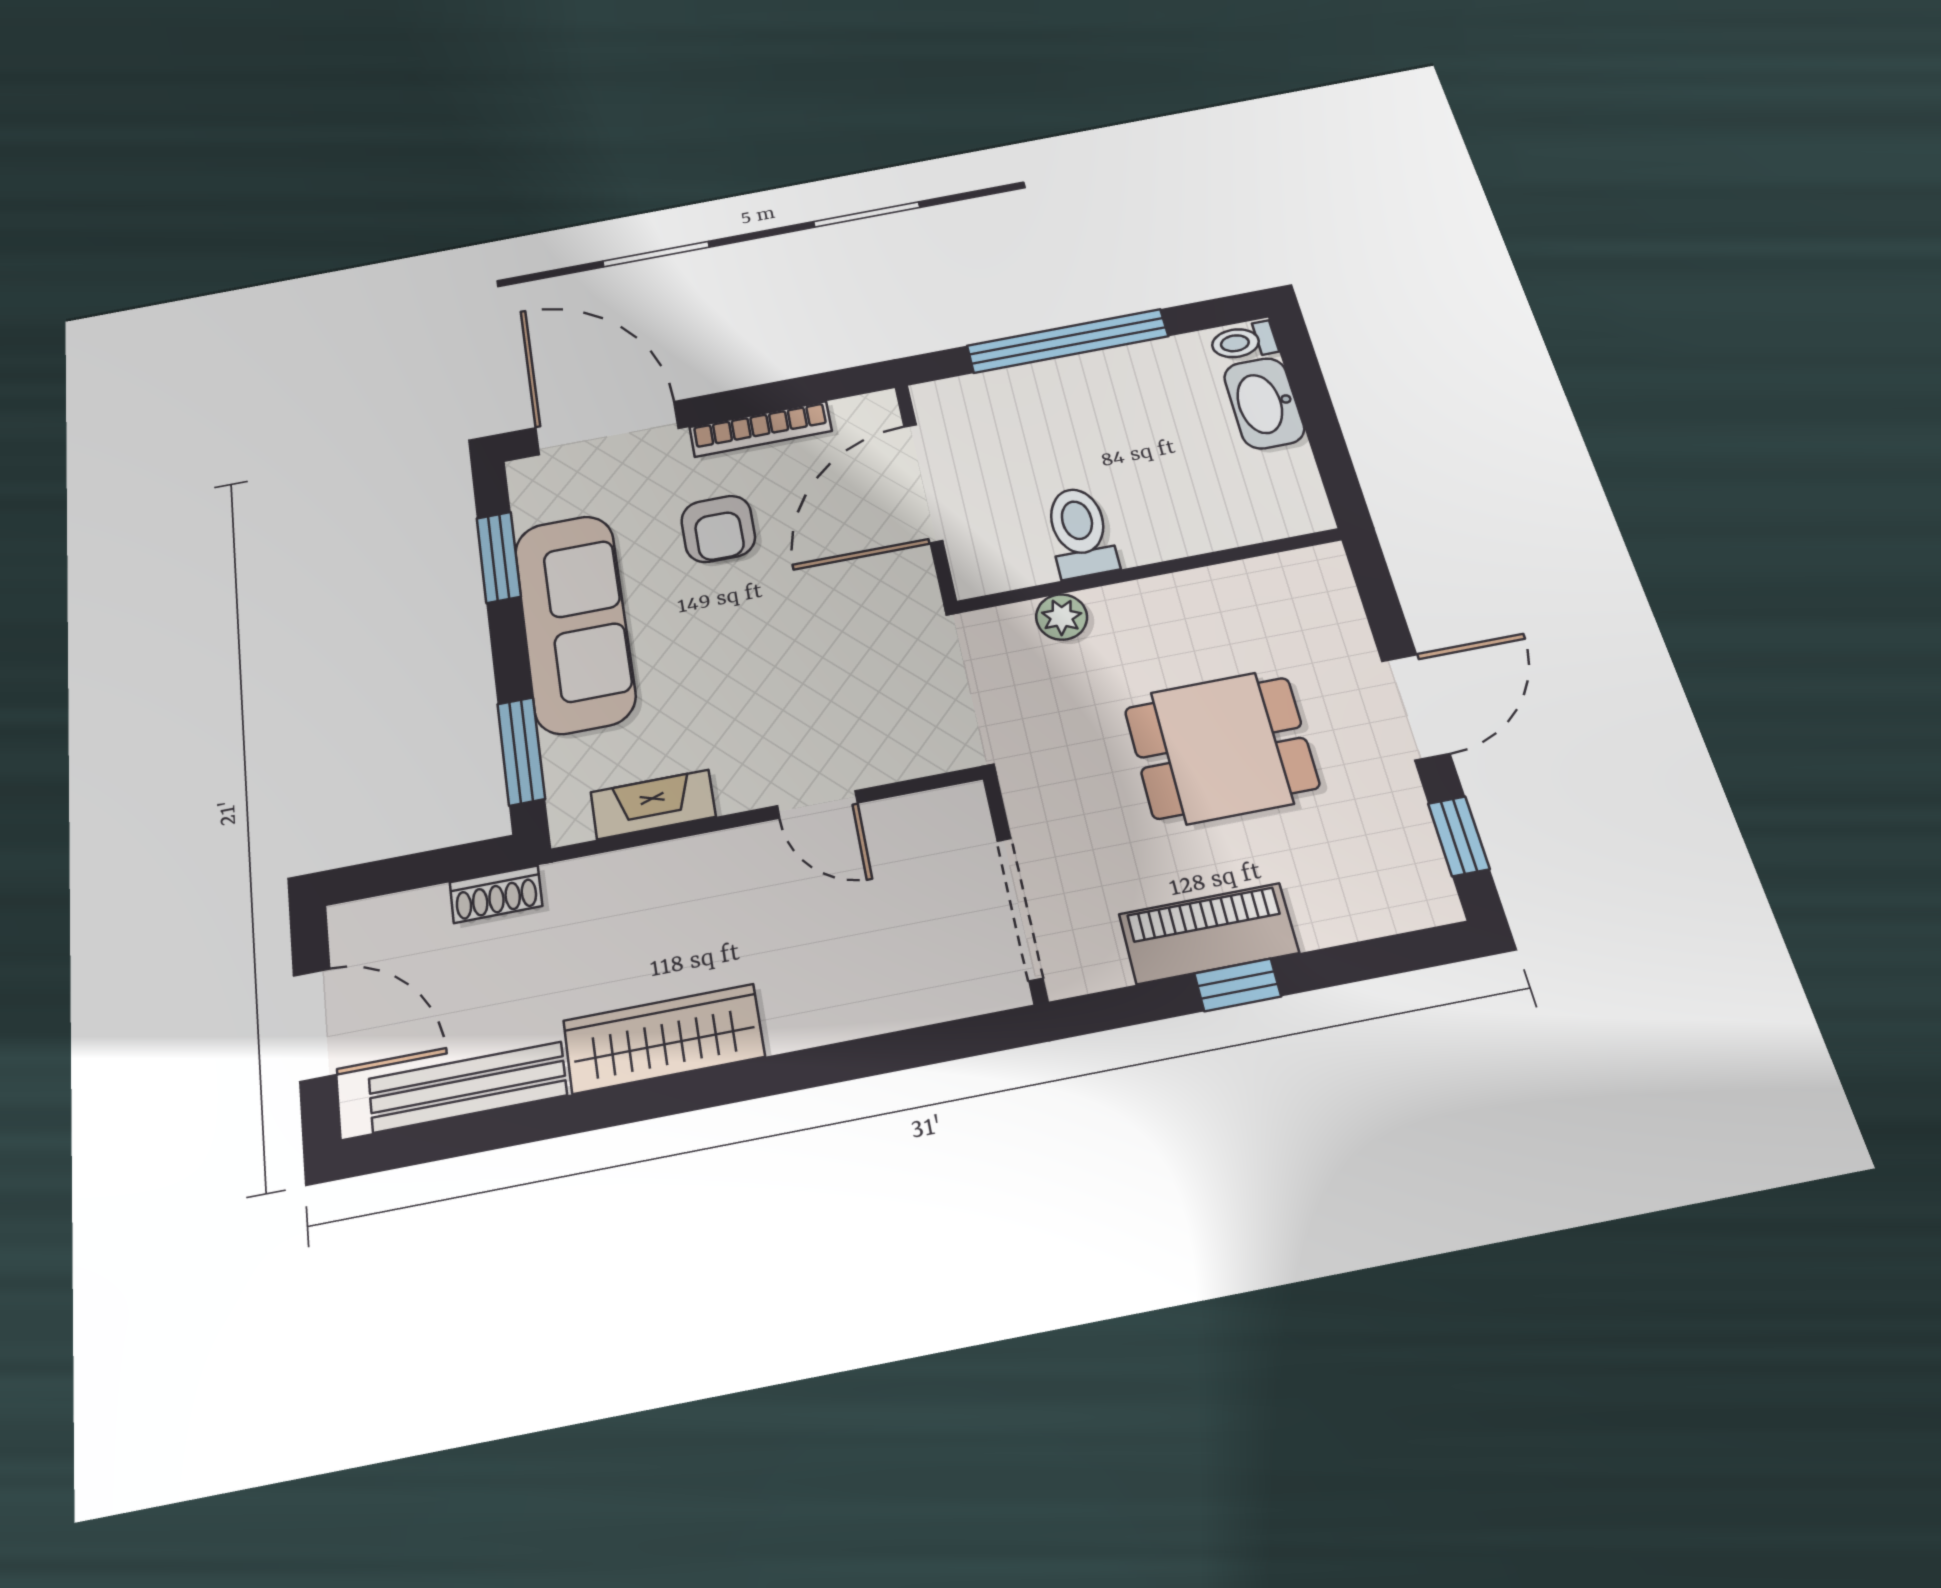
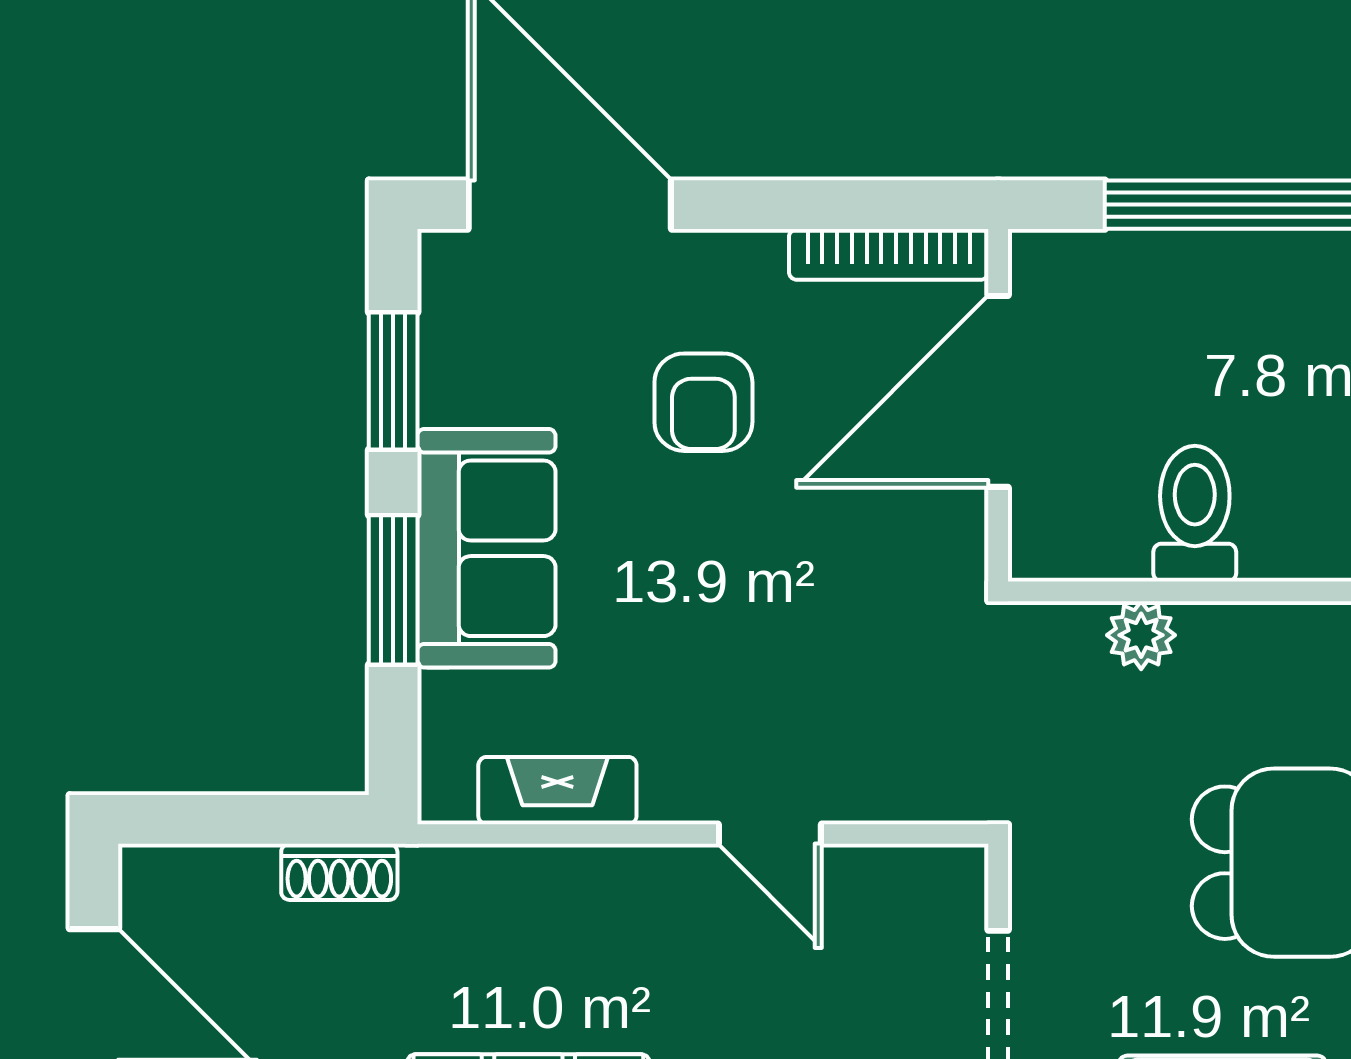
bookcase: (761, 429) -> (889, 254), moved
sofa: (574, 623) -> (486, 548), width x0.73
window: (521, 751) -> (393, 590), moved

